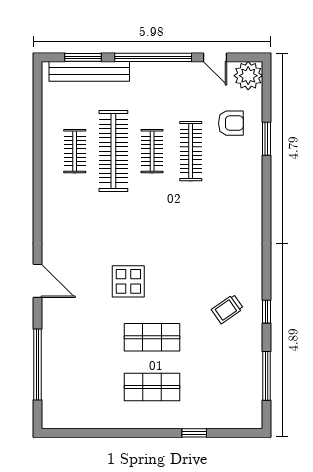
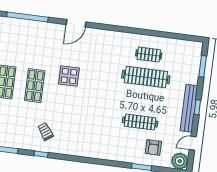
window: (153, 57) -> (197, 107), width x0.32
bench: (89, 71) -> (189, 108), moved
clothes rail: (152, 151) -> (143, 100), removed

